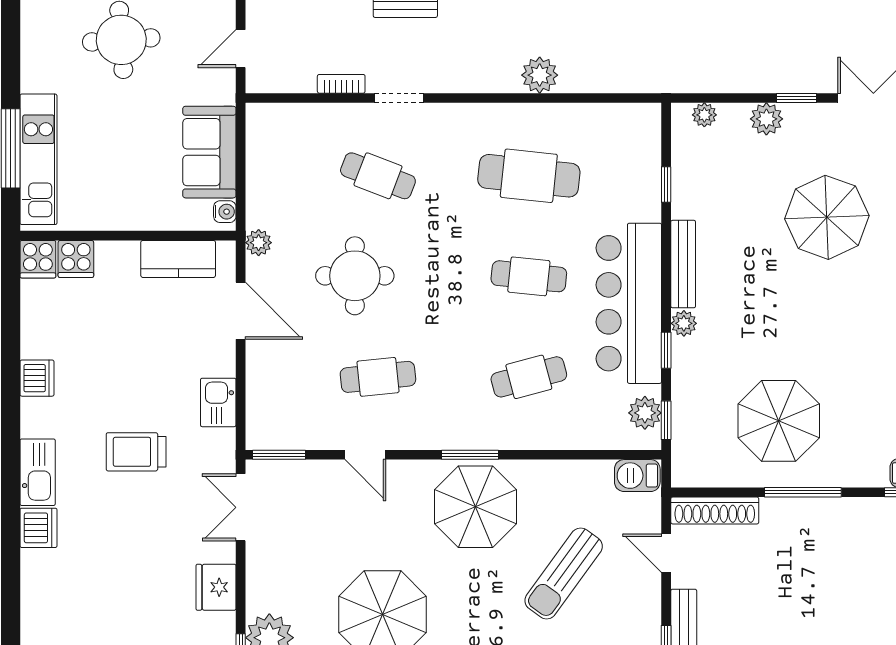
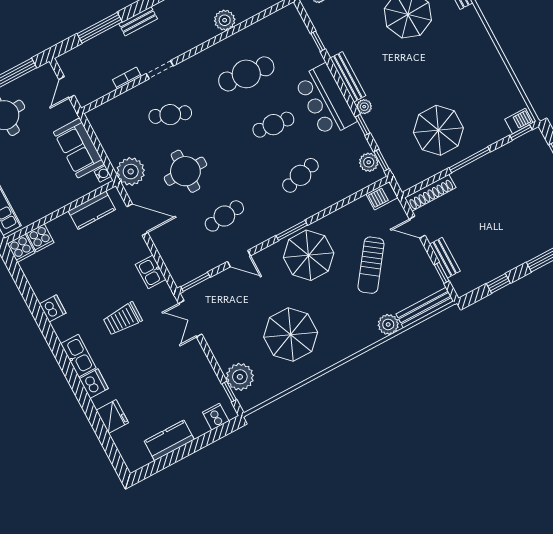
plant: (259, 243) -> (131, 172), width x1.88, depth x1.88
bar counter: (629, 303) -> (325, 101), width x0.73
fridge: (216, 587) -> (112, 417), moved, turned 180

